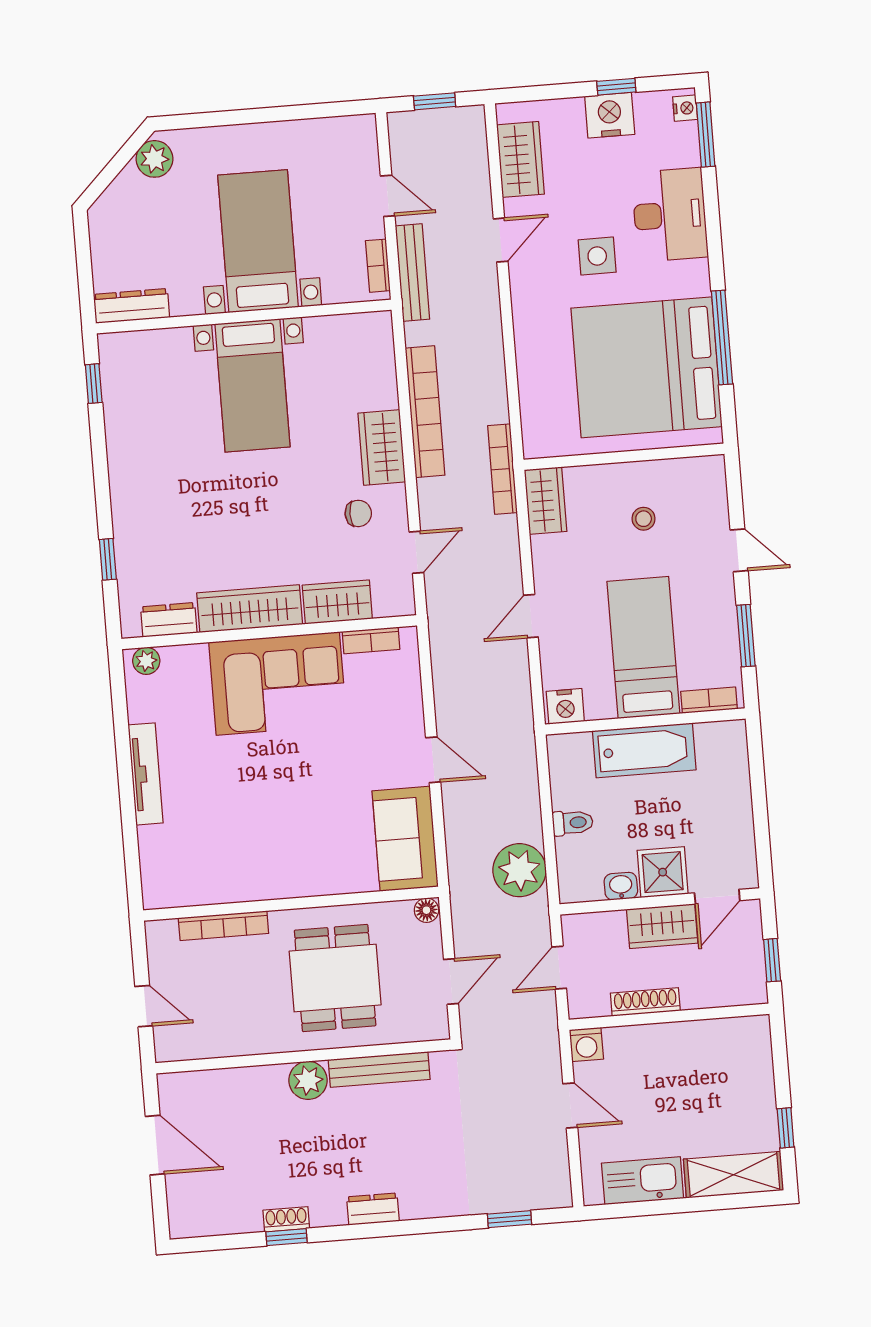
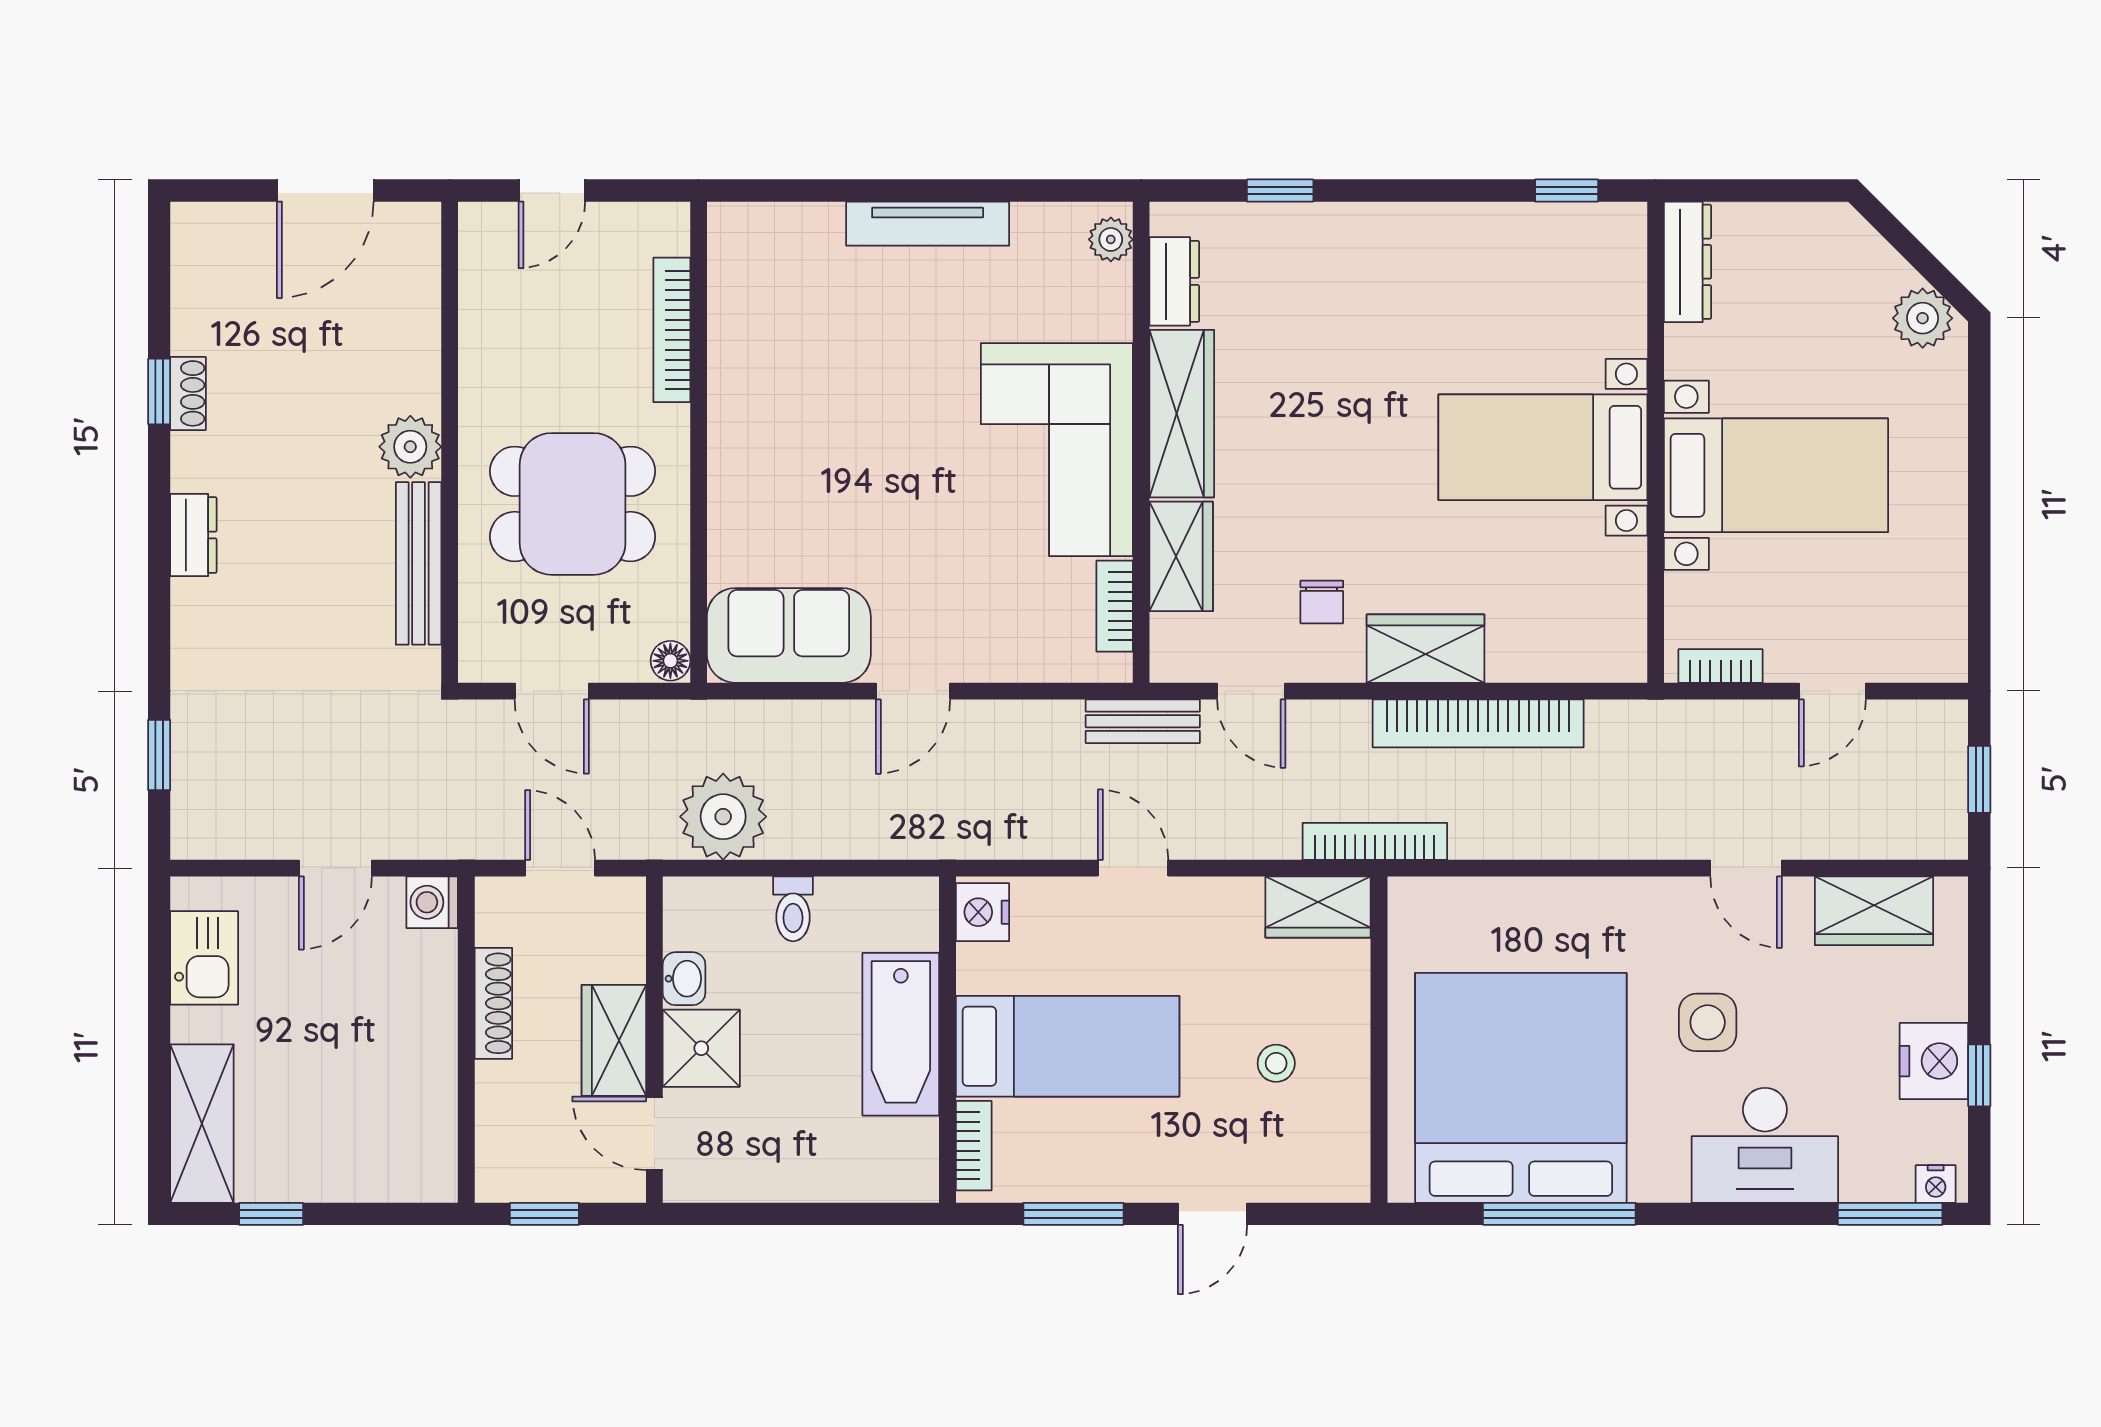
bench: (412, 272) -> (1143, 721), moved, width x0.73
kitchen sink: (643, 1181) -> (204, 958), width x0.73

